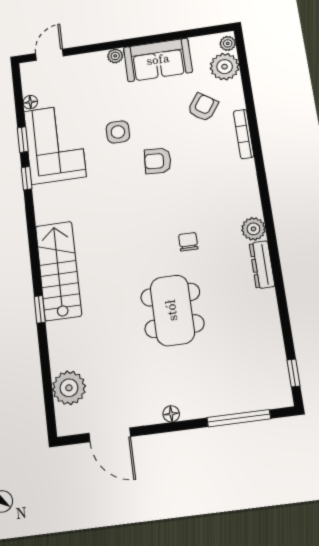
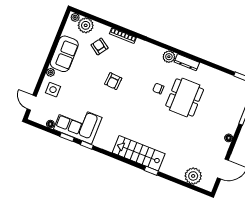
side table: (118, 132) -> (53, 90), moved
dining table: (172, 310) -> (185, 97), moved, turned 90

